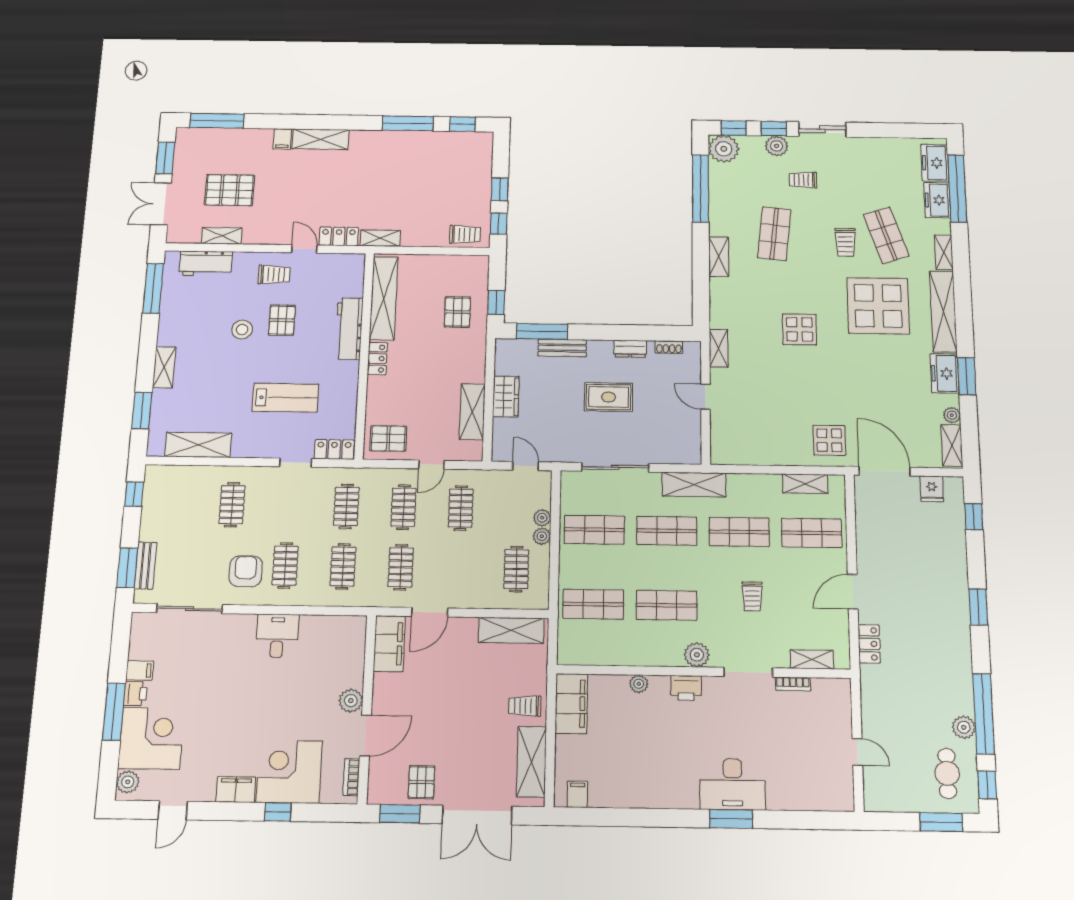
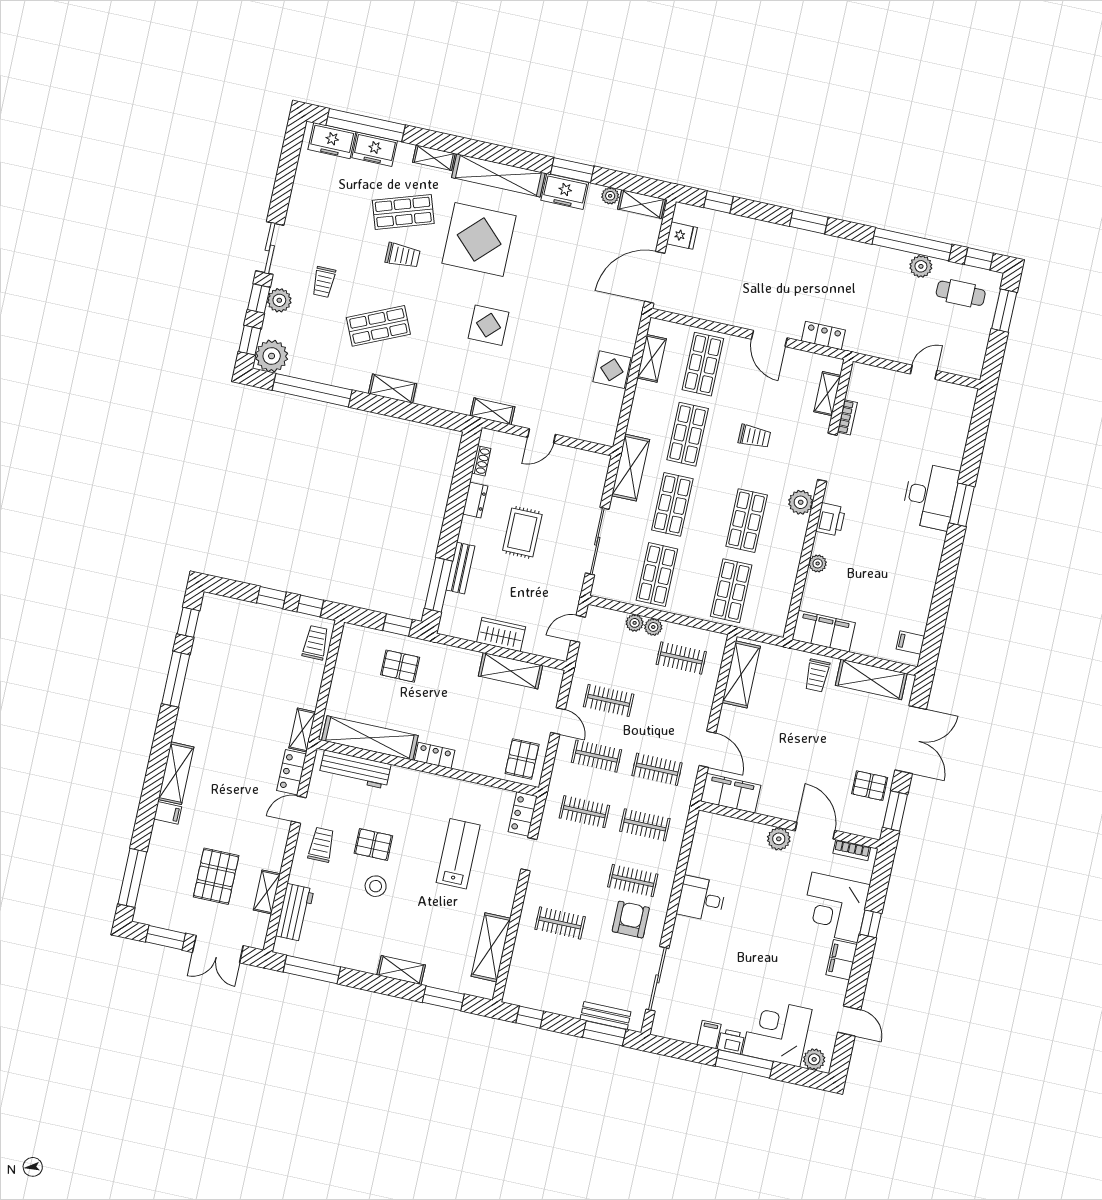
shop shelf: (774, 234) -> (378, 326), turned -30
workbench: (349, 329) -> (355, 769), moved
display table: (829, 440) -> (612, 370), moved
armchair: (246, 571) -> (631, 920), turned 90

